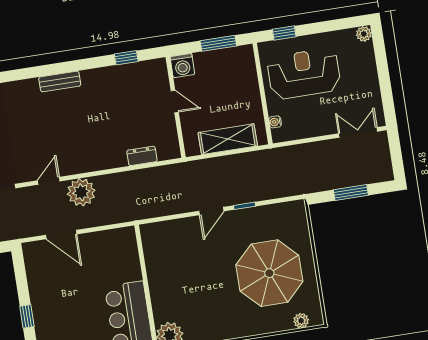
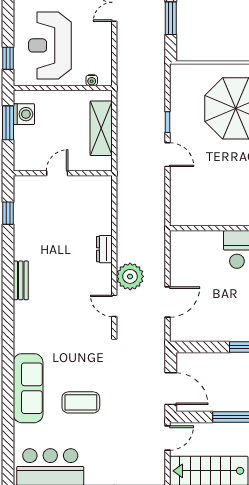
washing machine: (182, 66) -> (24, 114), moved
dresser: (142, 156) -> (104, 249), moved

